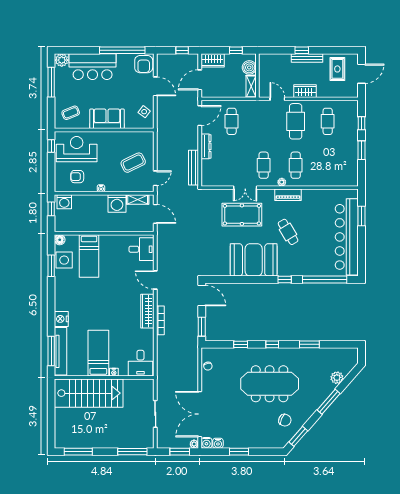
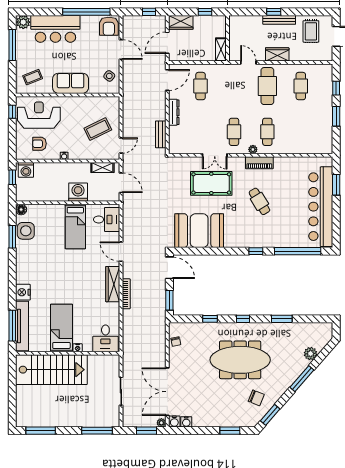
boiler: (249, 67) -> (219, 30), removed
bench: (193, 168) -> (161, 134), width x0.73
washing machine: (117, 203) -> (78, 192), moved, turned 180
bed: (89, 256) -> (75, 226), moved
booth: (254, 260) -> (199, 231), moved
window: (239, 452) -> (230, 431), moved

